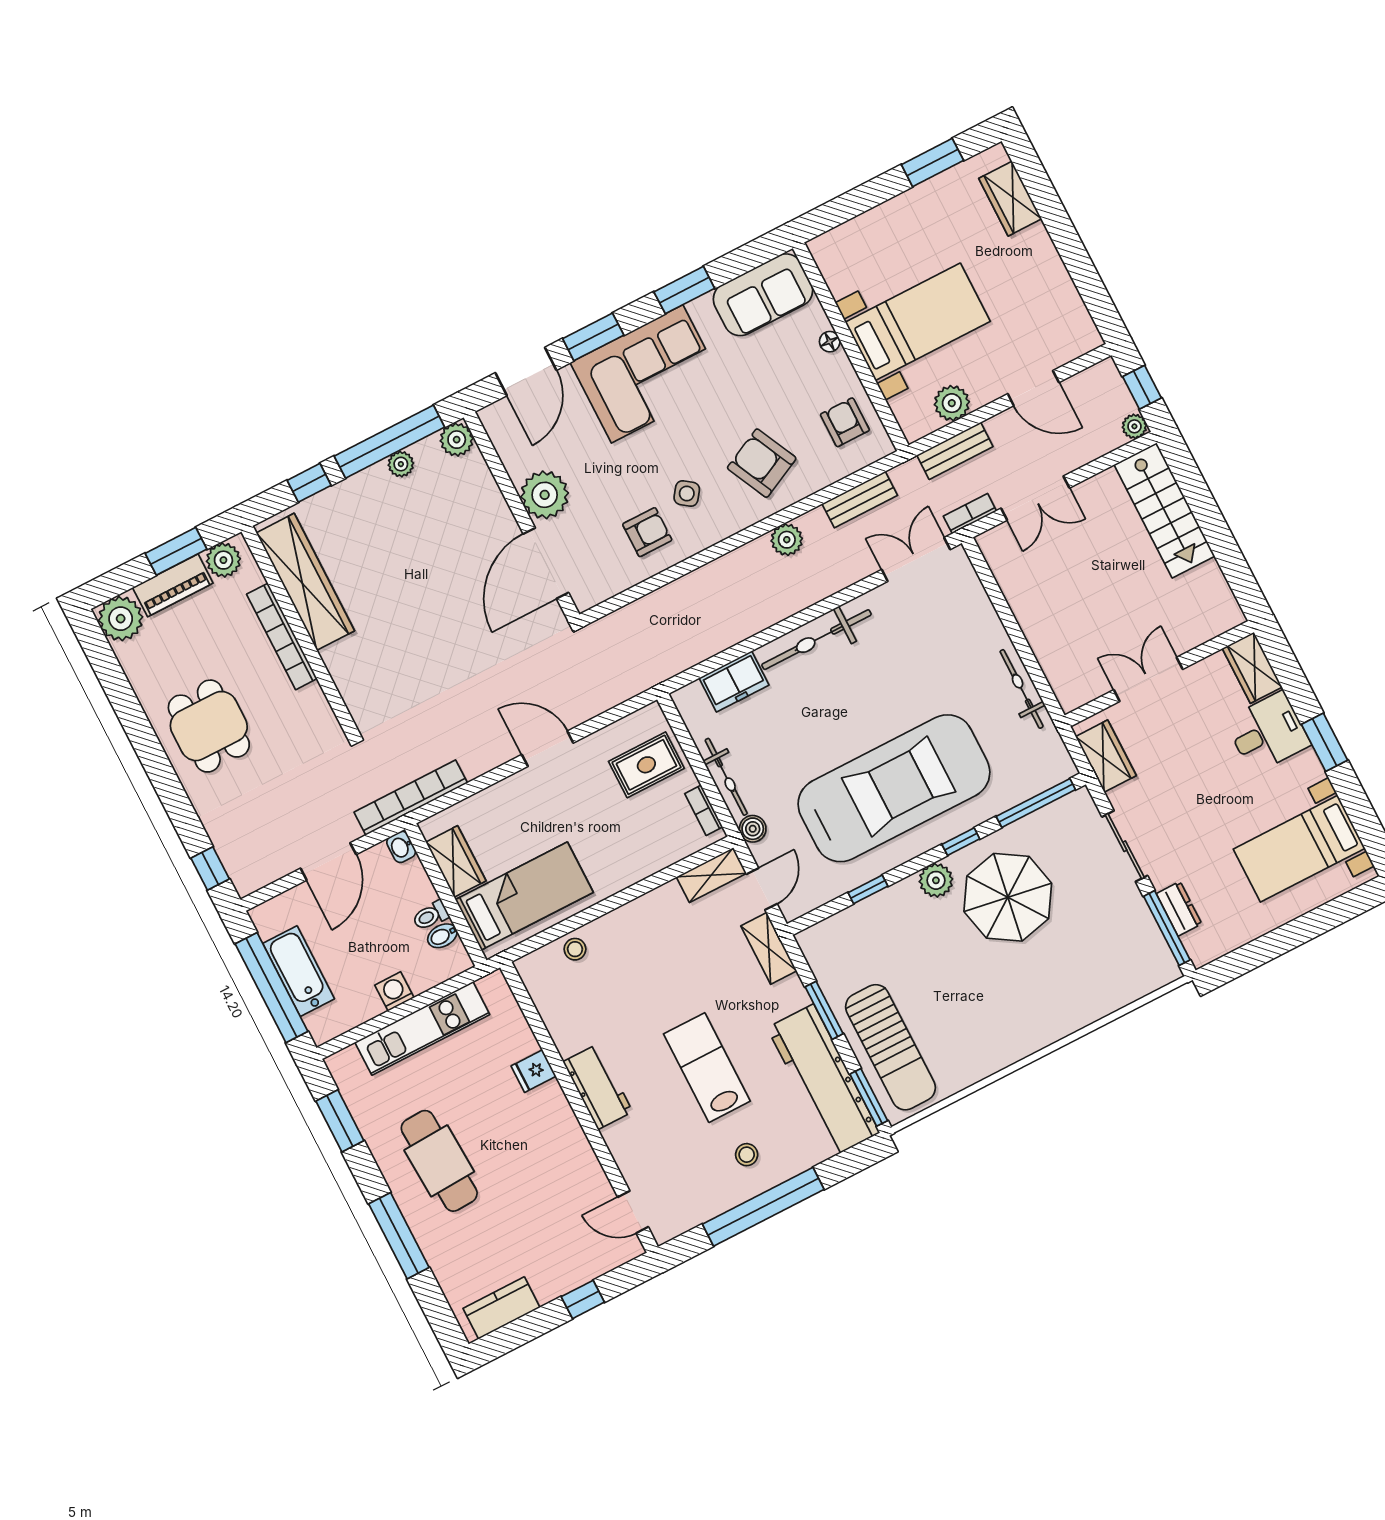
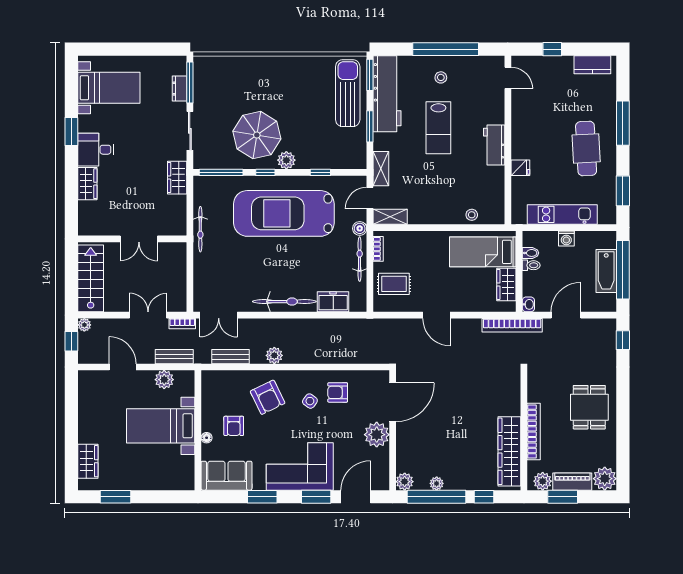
armchair: (845, 422) -> (234, 426), moved
wall: (1159, 674) -> (132, 239), moved
double door: (1148, 679) -> (139, 239), moved

